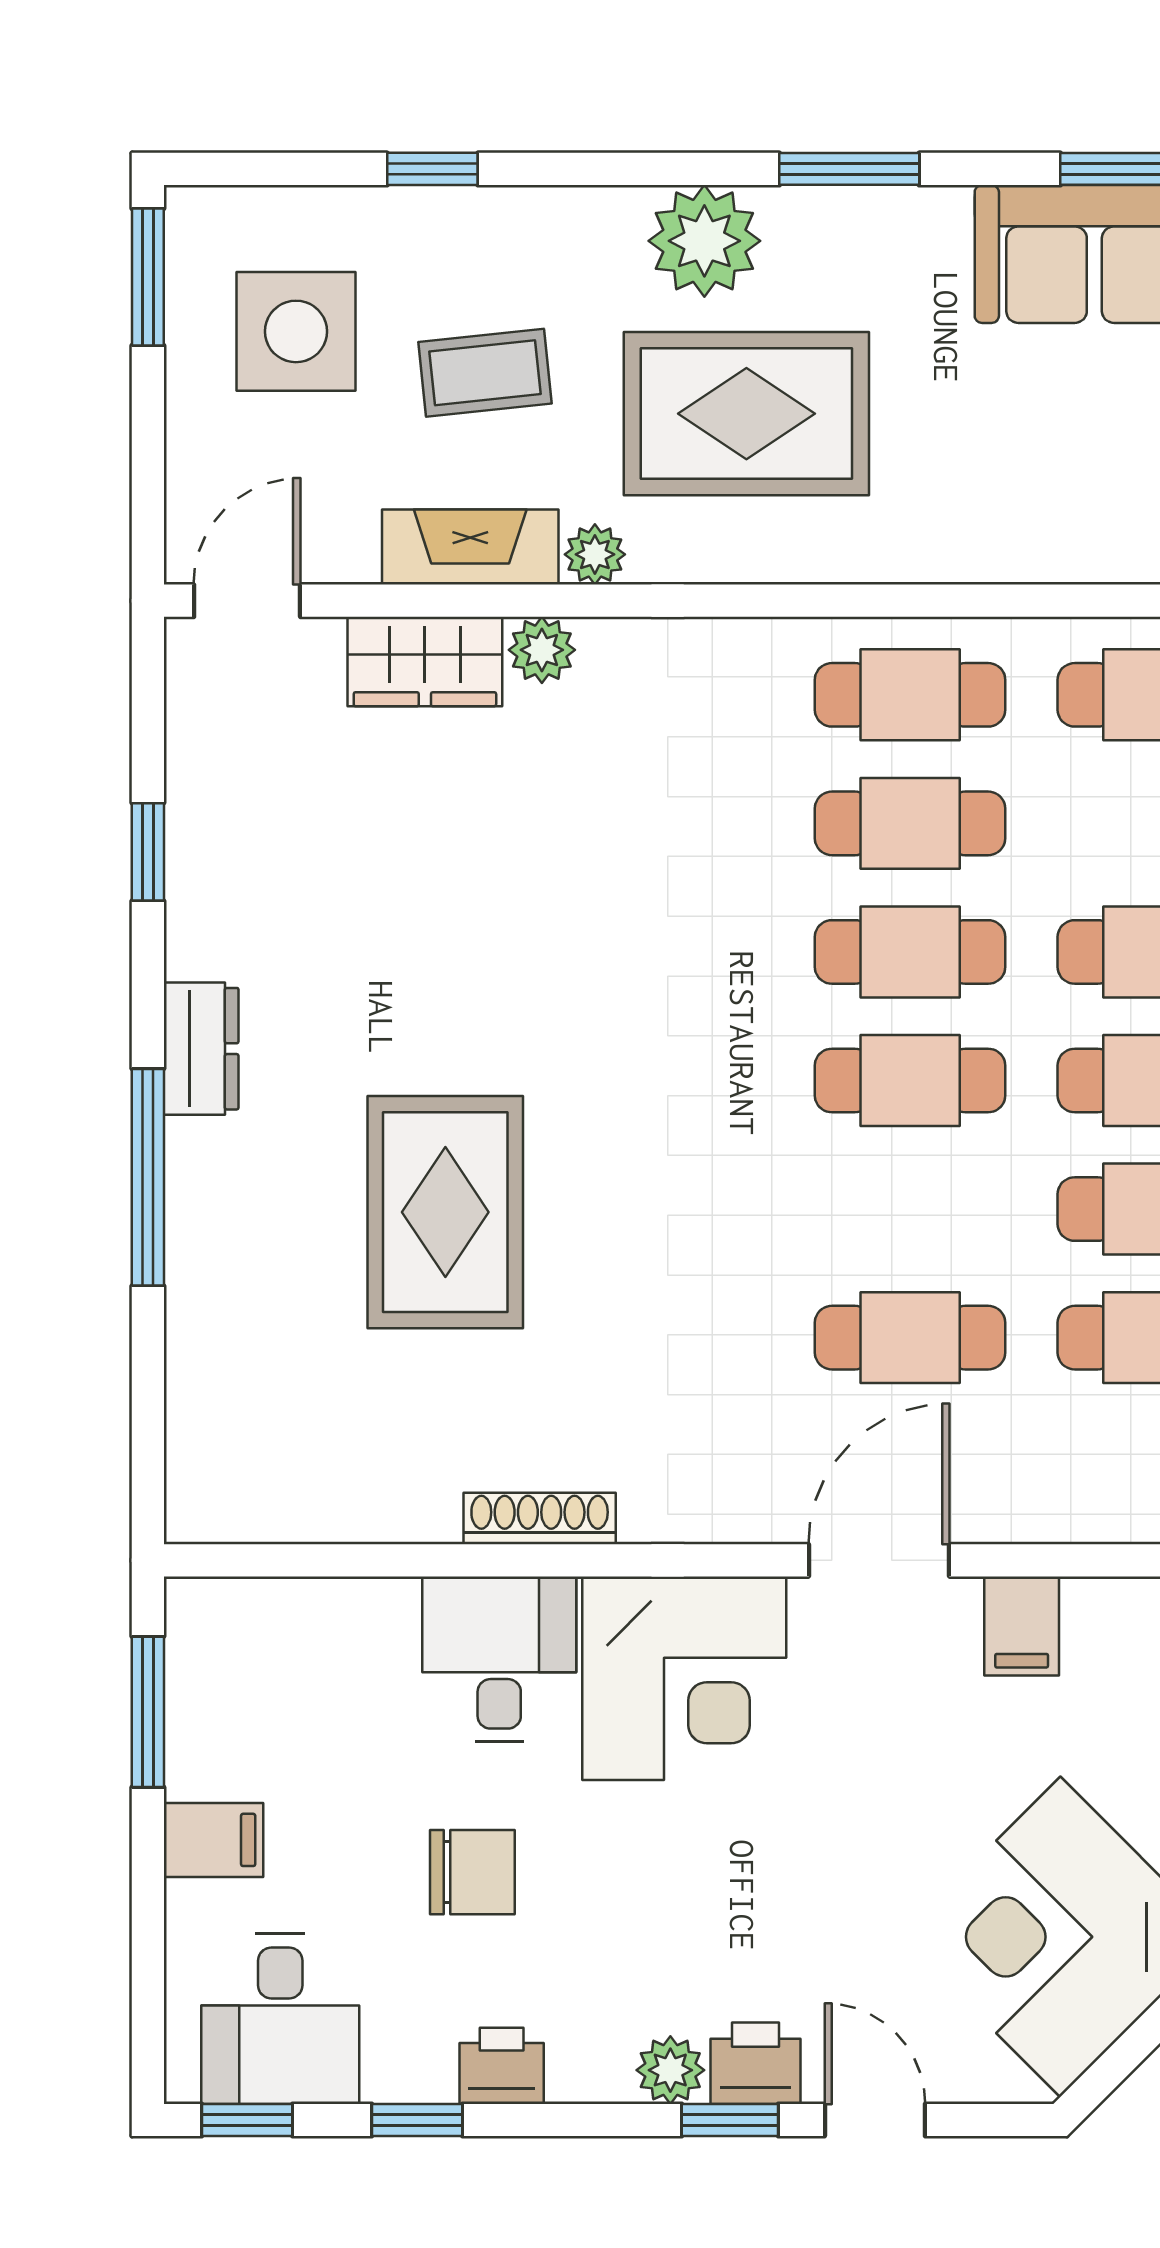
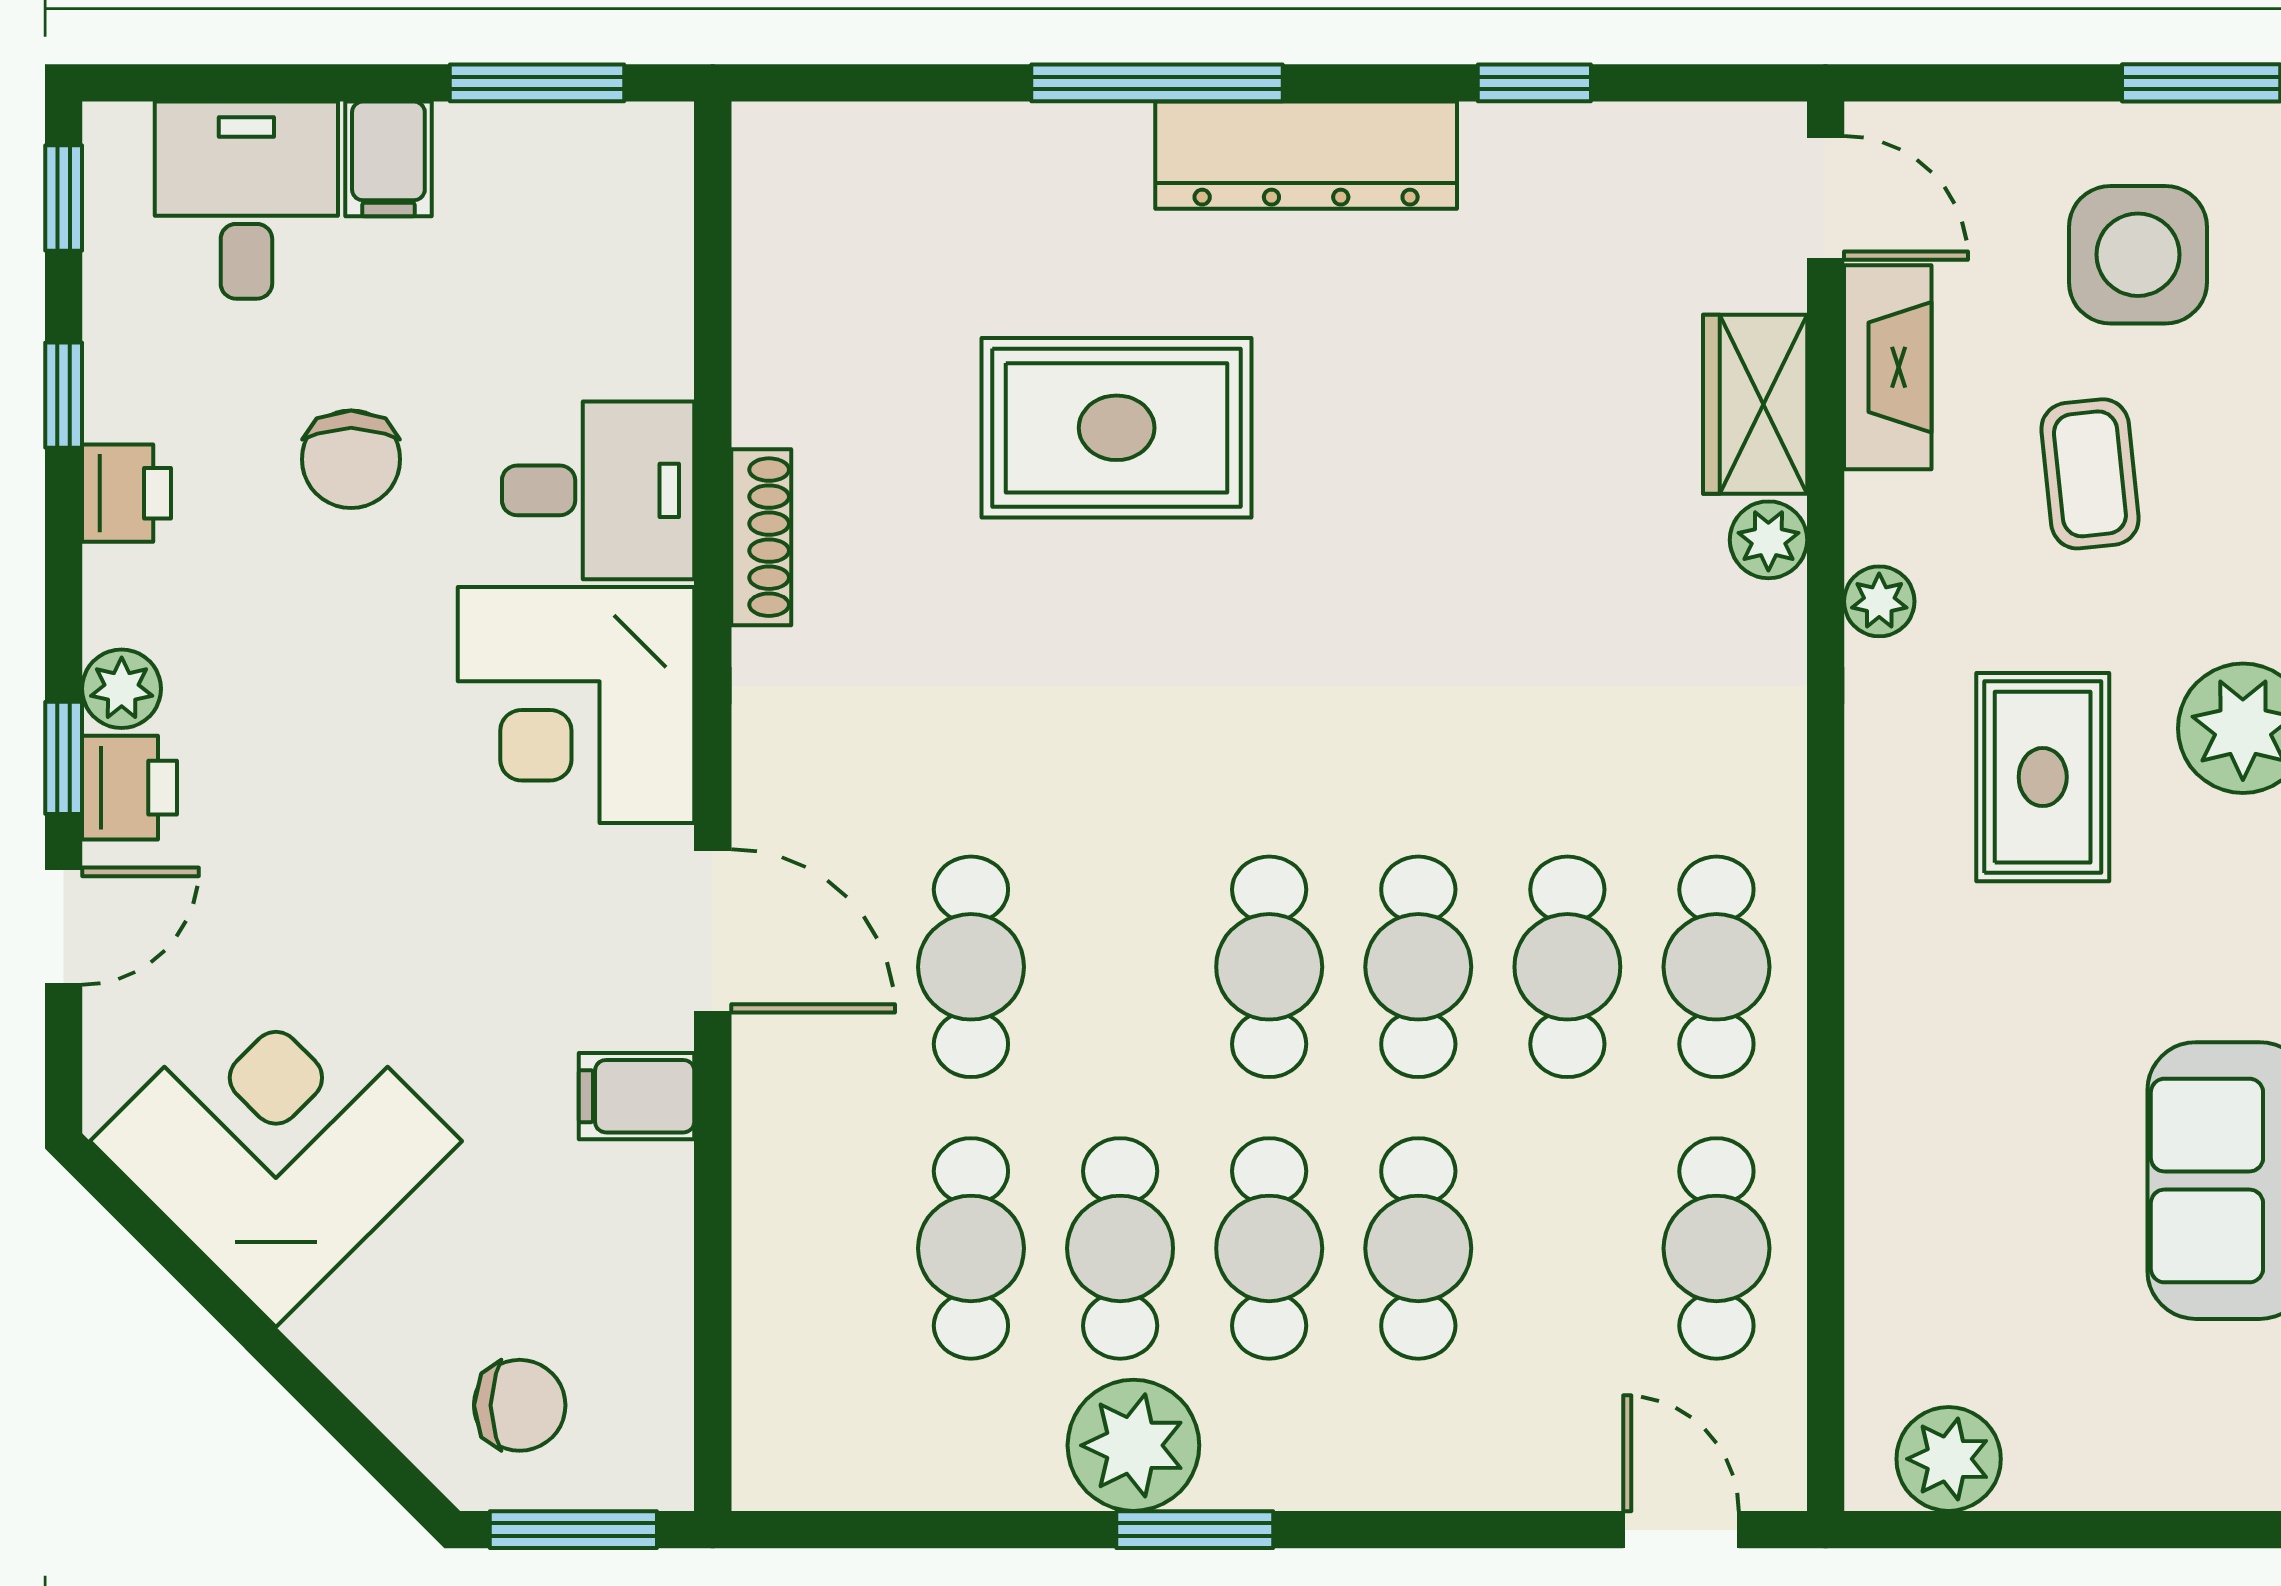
rug: (746, 414) -> (2043, 777), width x0.73, depth x0.70
fireplace: (470, 547) -> (1888, 367), moved
dresser: (201, 1049) -> (1306, 155), width x1.96, depth x1.24
desk: (280, 2019) -> (246, 200), moved, turned 90

